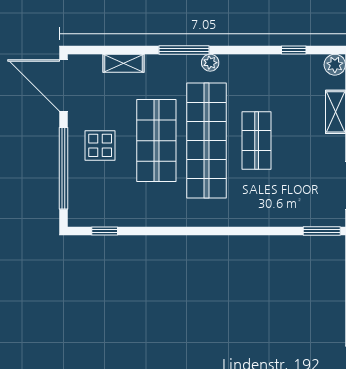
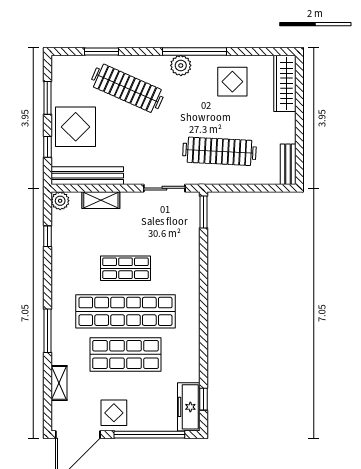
plant: (210, 63) -> (58, 308), removed
display table: (100, 145) -> (114, 413), moved
freezer: (96, 214) -> (189, 407), added

